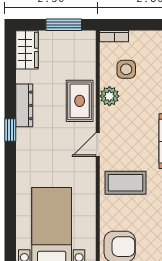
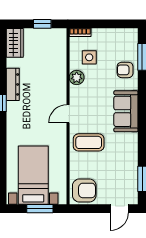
window: (64, 25) -> (42, 24), width x0.67
rug: (80, 101) -> (54, 81), removed

